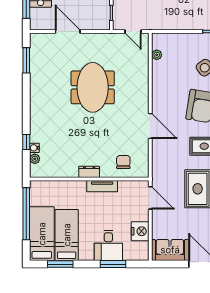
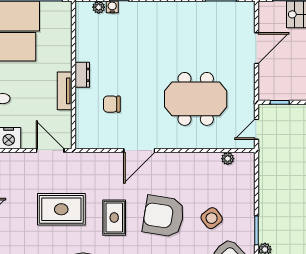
meeting table: (93, 87) -> (196, 99), moved
chair: (123, 162) -> (112, 104), moved, turned 180
door: (150, 198) -> (50, 151), swing flipped

